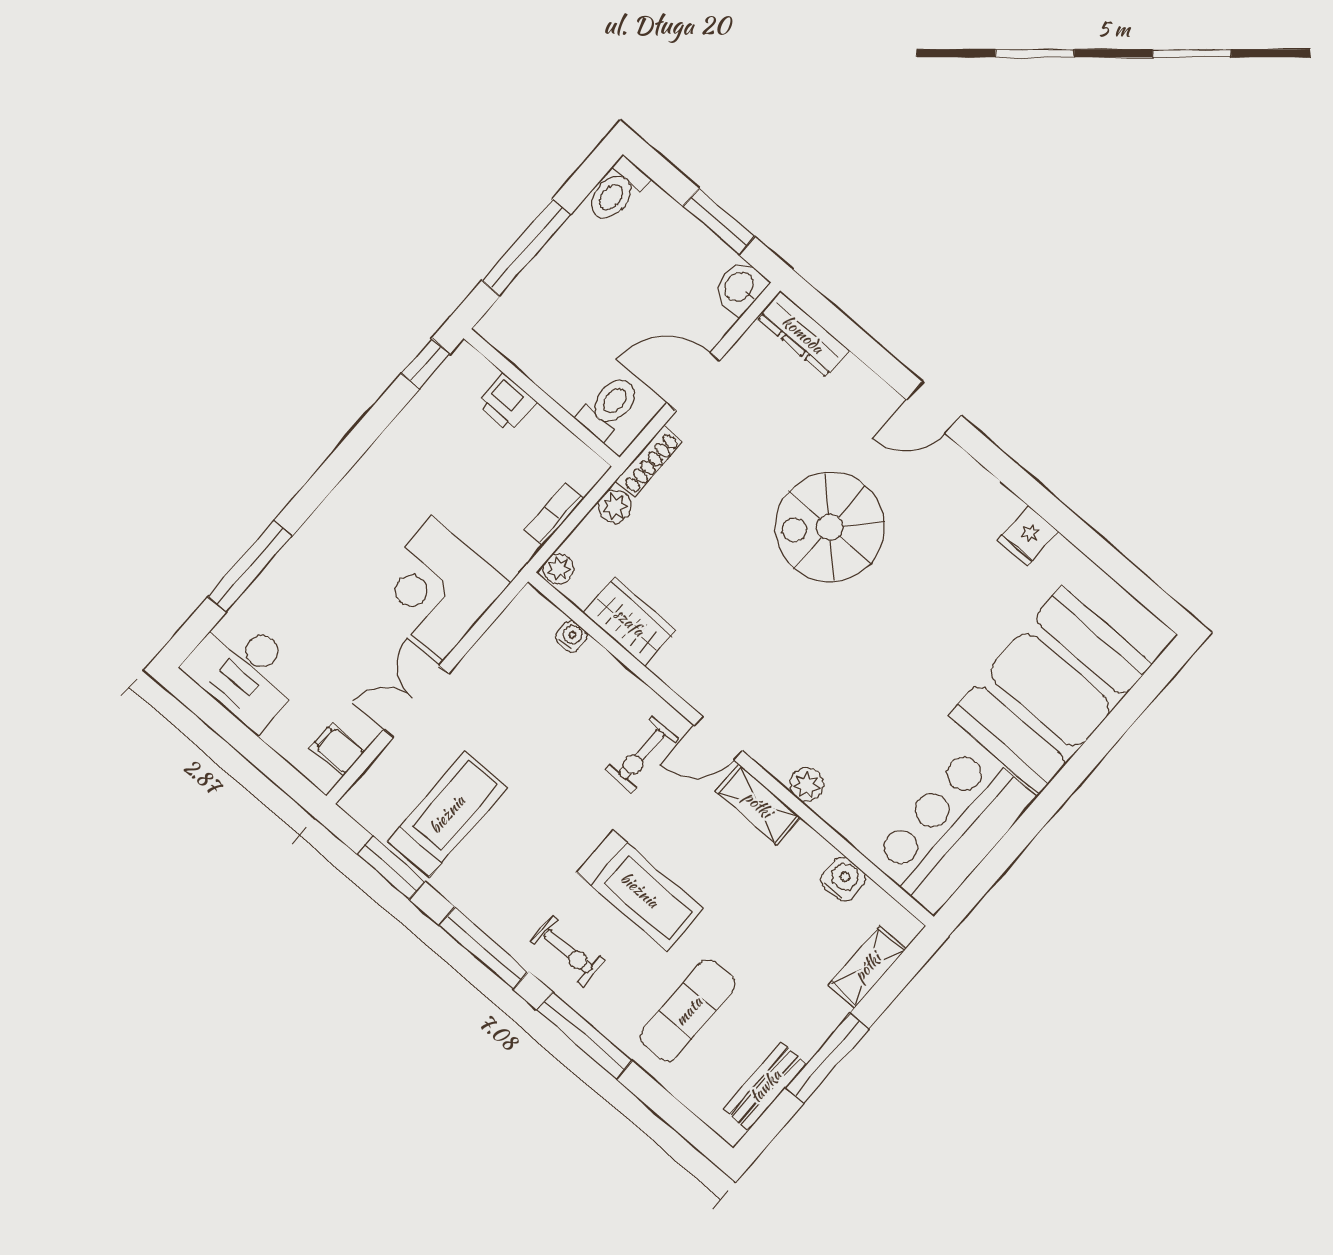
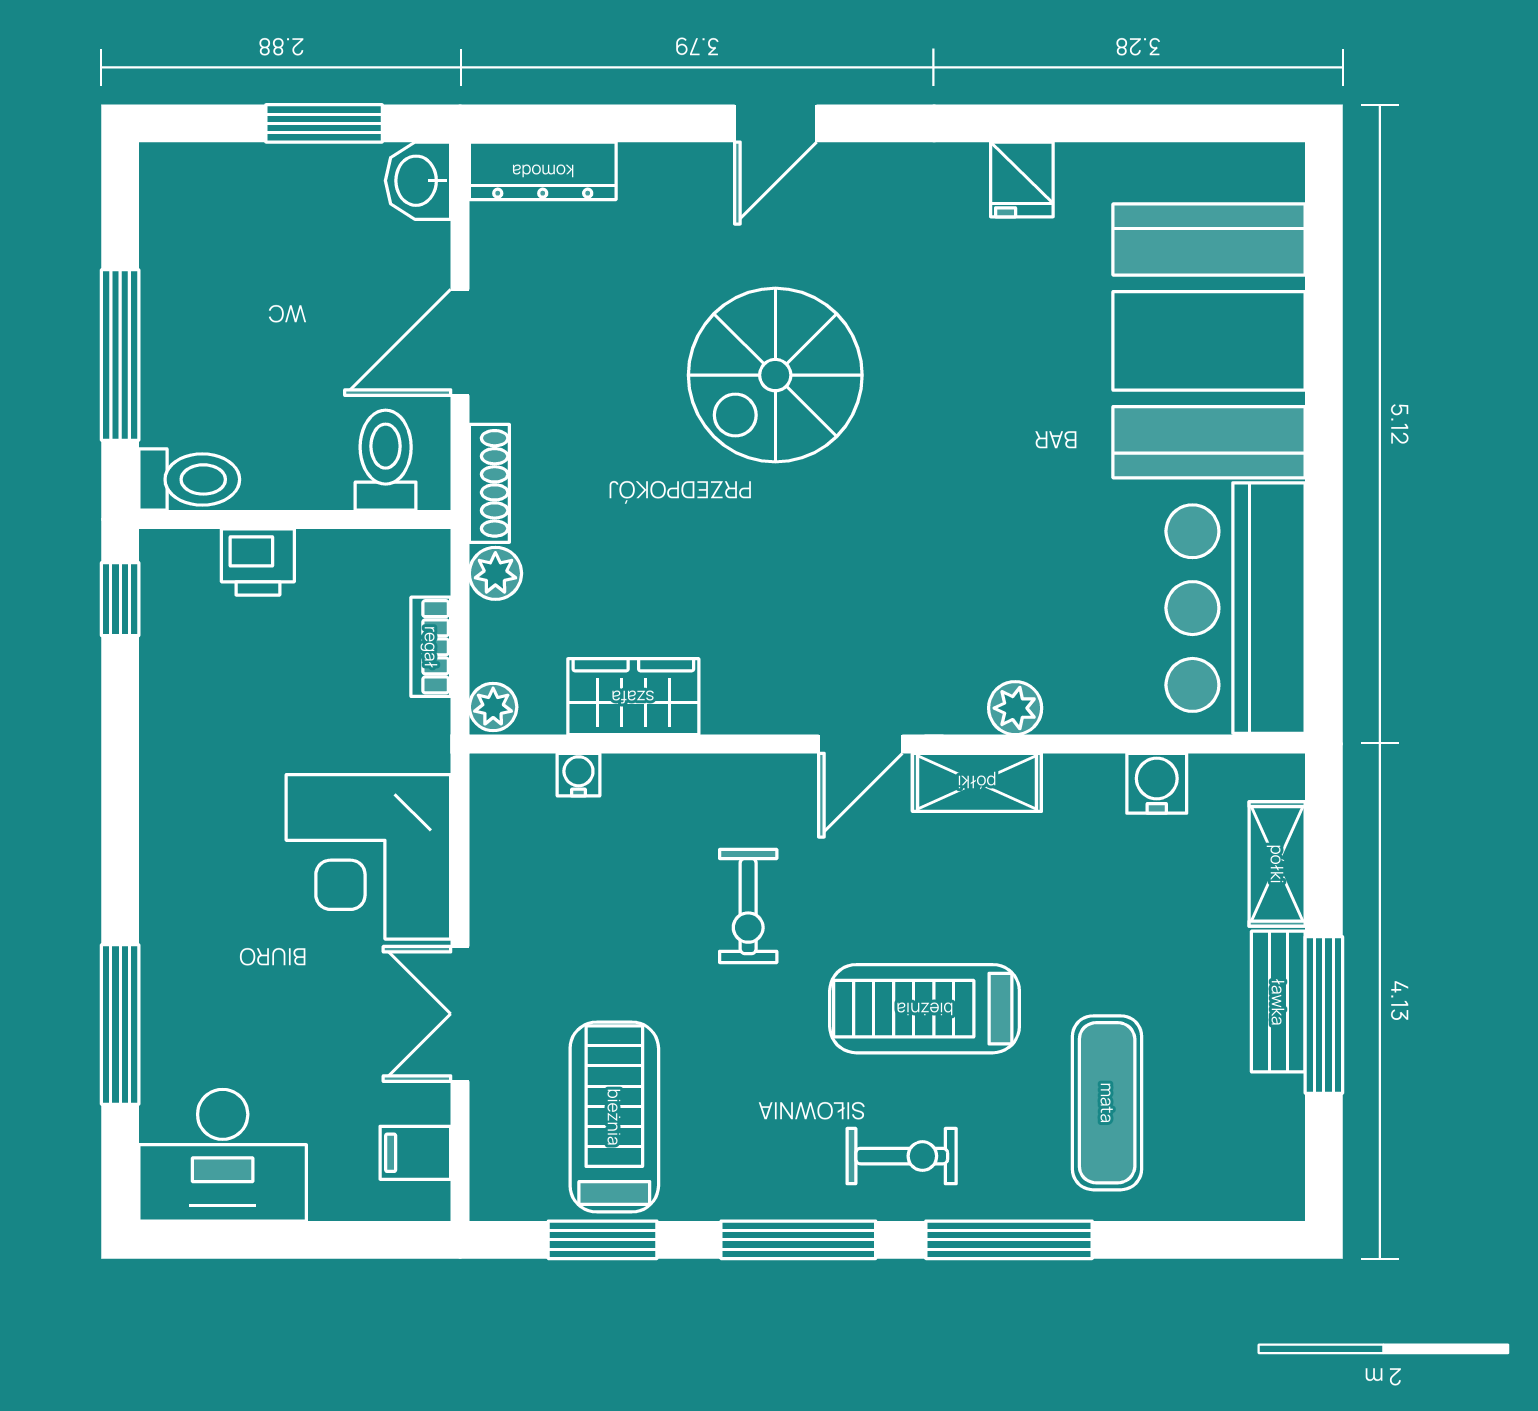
toilet: (617, 191) -> (189, 479), moved, turned -90
exercise bike: (642, 754) -> (748, 906), moved
treadmill: (640, 890) -> (925, 1009), turned 180
bench: (765, 1086) -> (1278, 1002), moved

